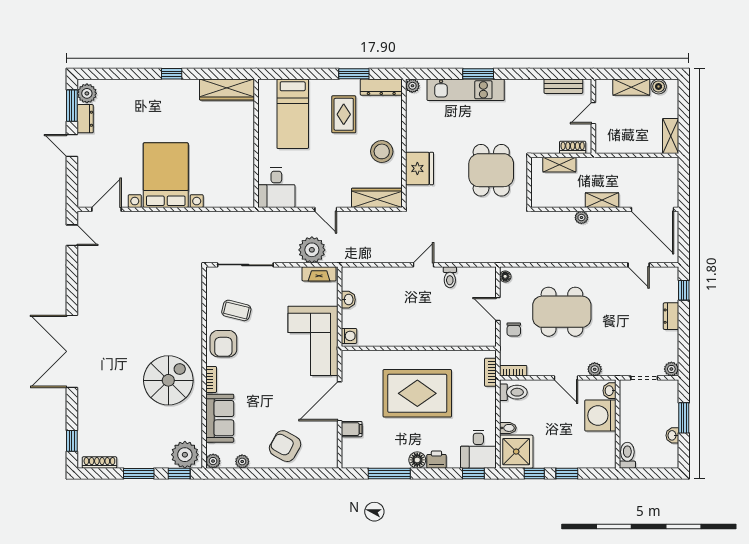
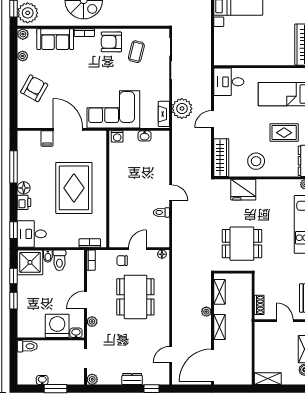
shelving: (559, 165) -> (219, 292), moved
toilet: (513, 392) -> (59, 260), moved

